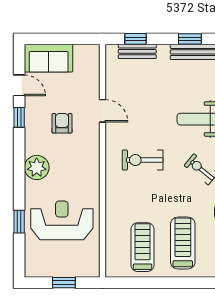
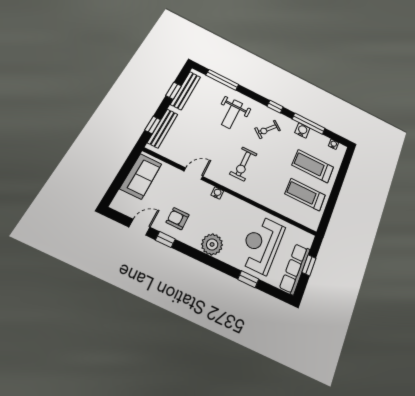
bench: (137, 51) -> (163, 128), width x1.36
sofa: (49, 58) -> (141, 176), moved
armchair: (62, 123) -> (178, 219), moved
water cooler: (94, 147) -> (217, 193), added
row of seats: (53, 268) -> (295, 269), added

